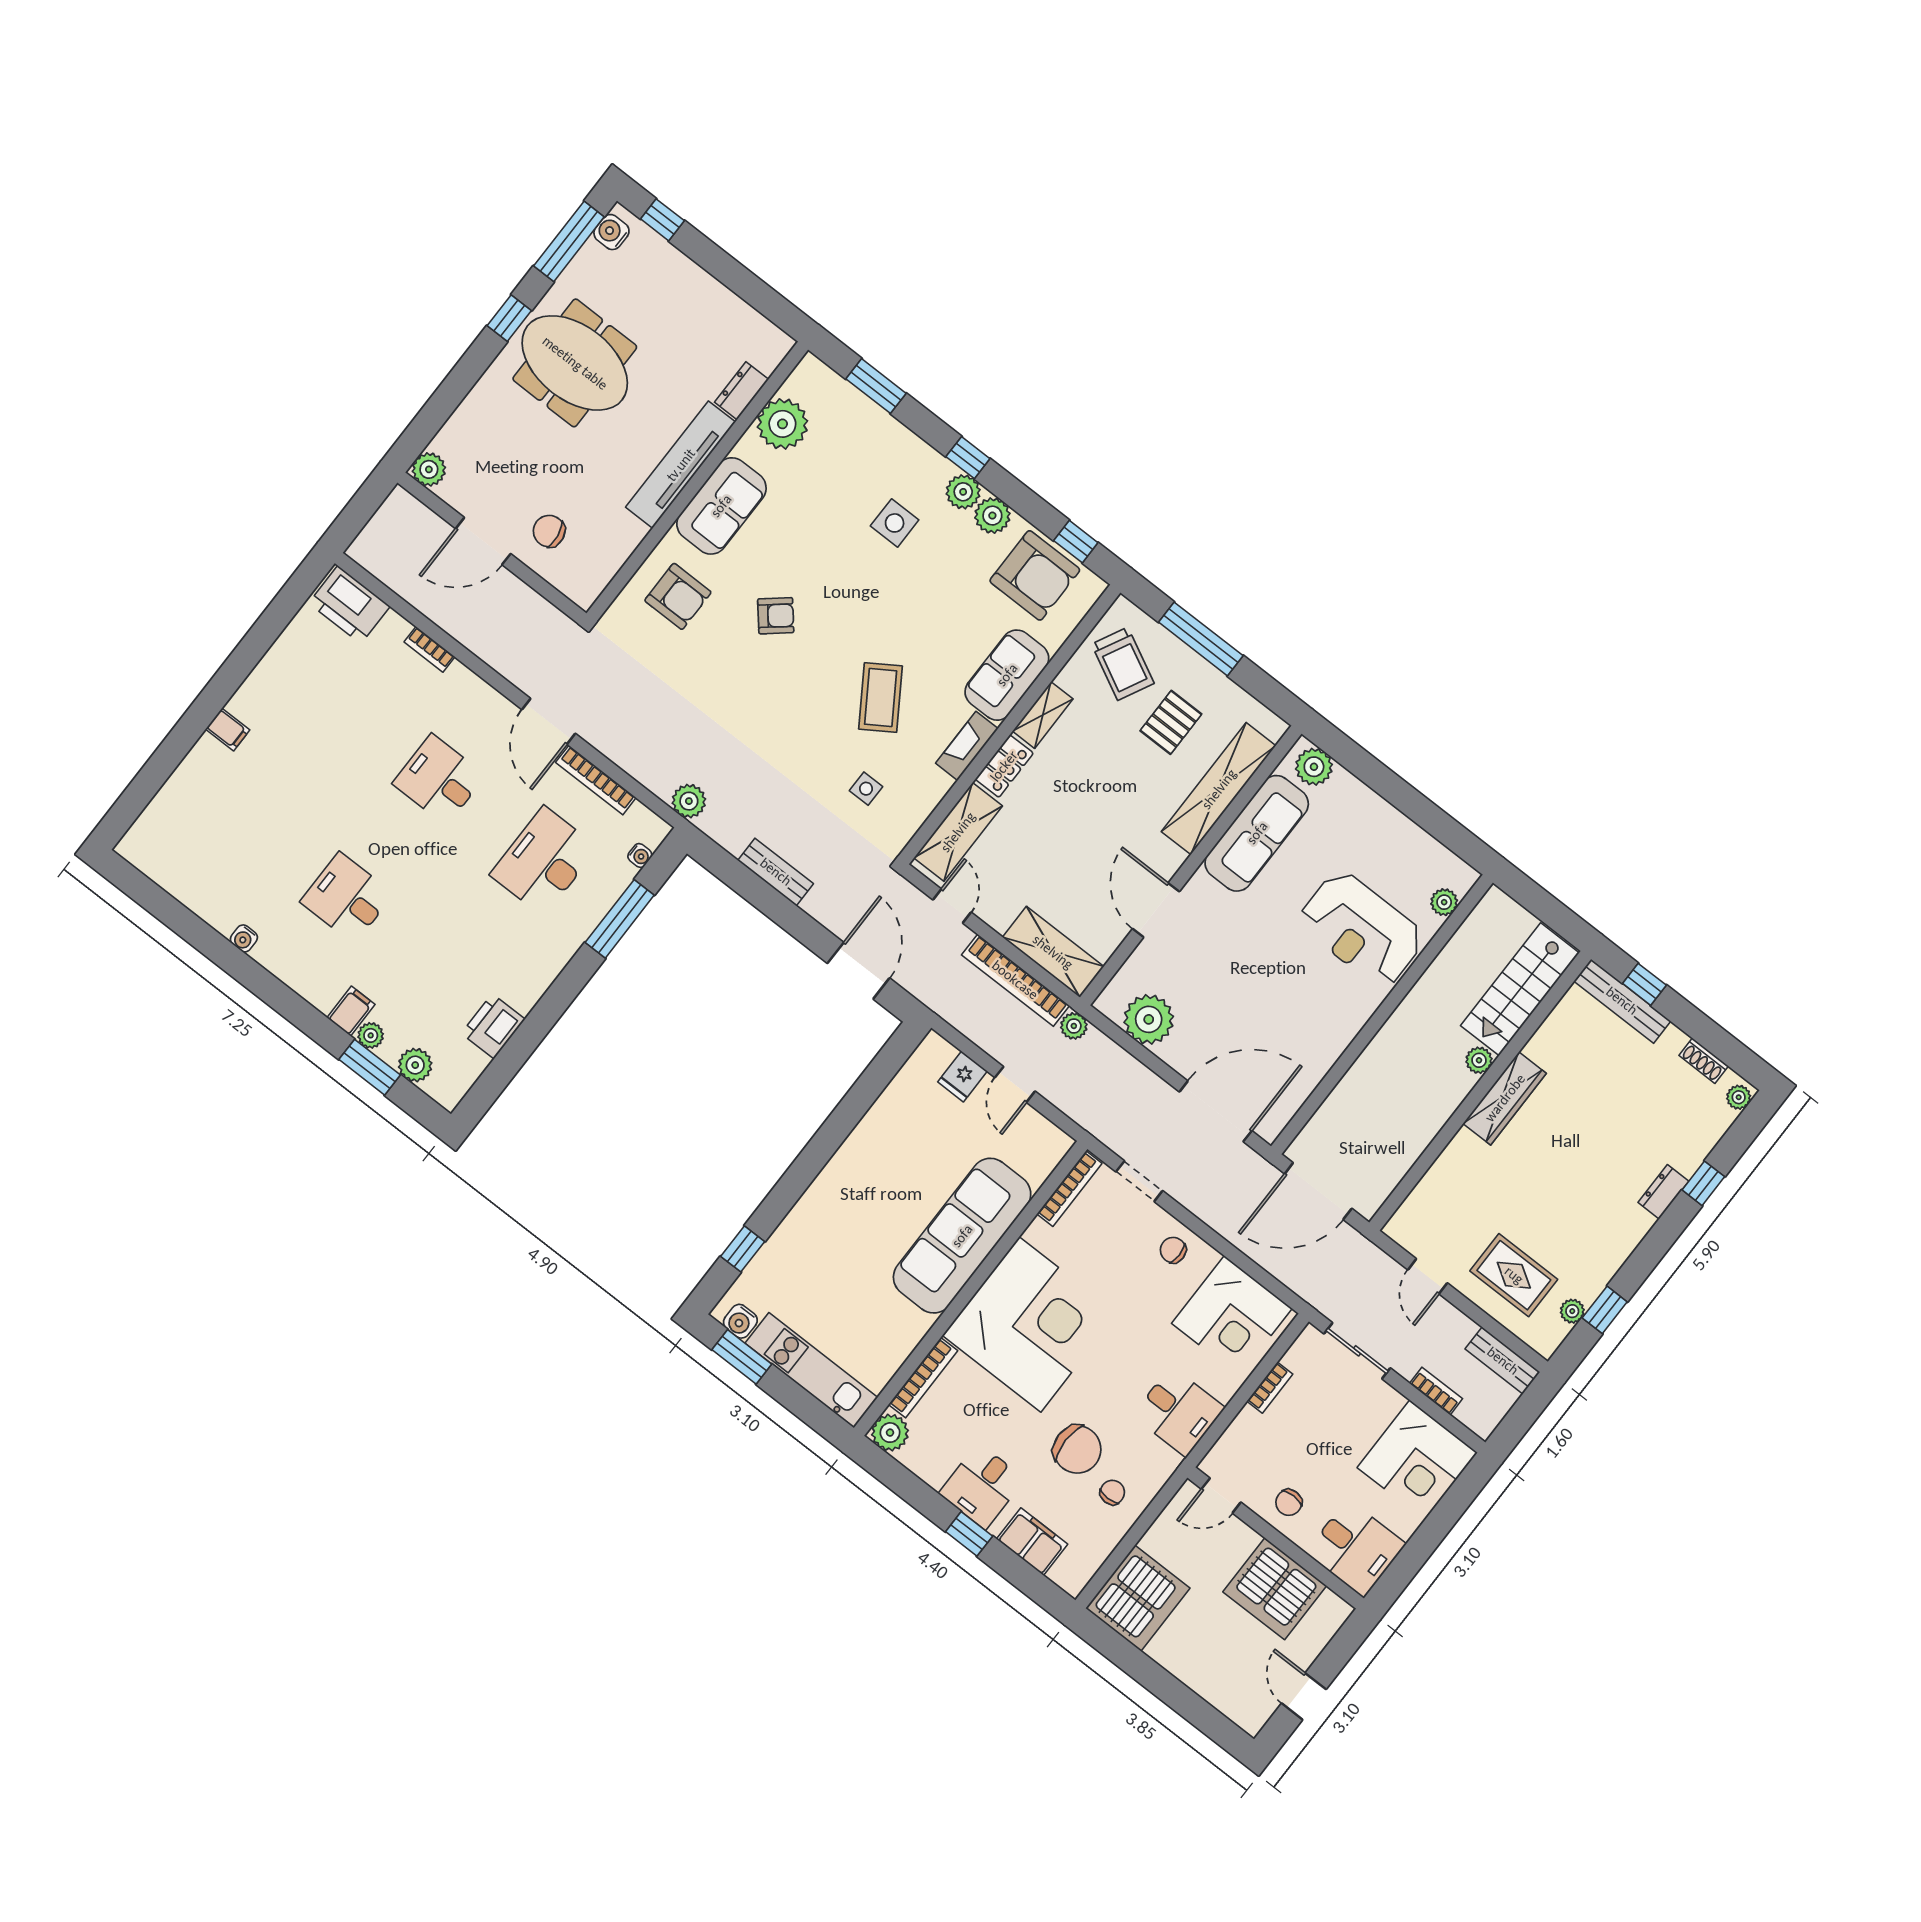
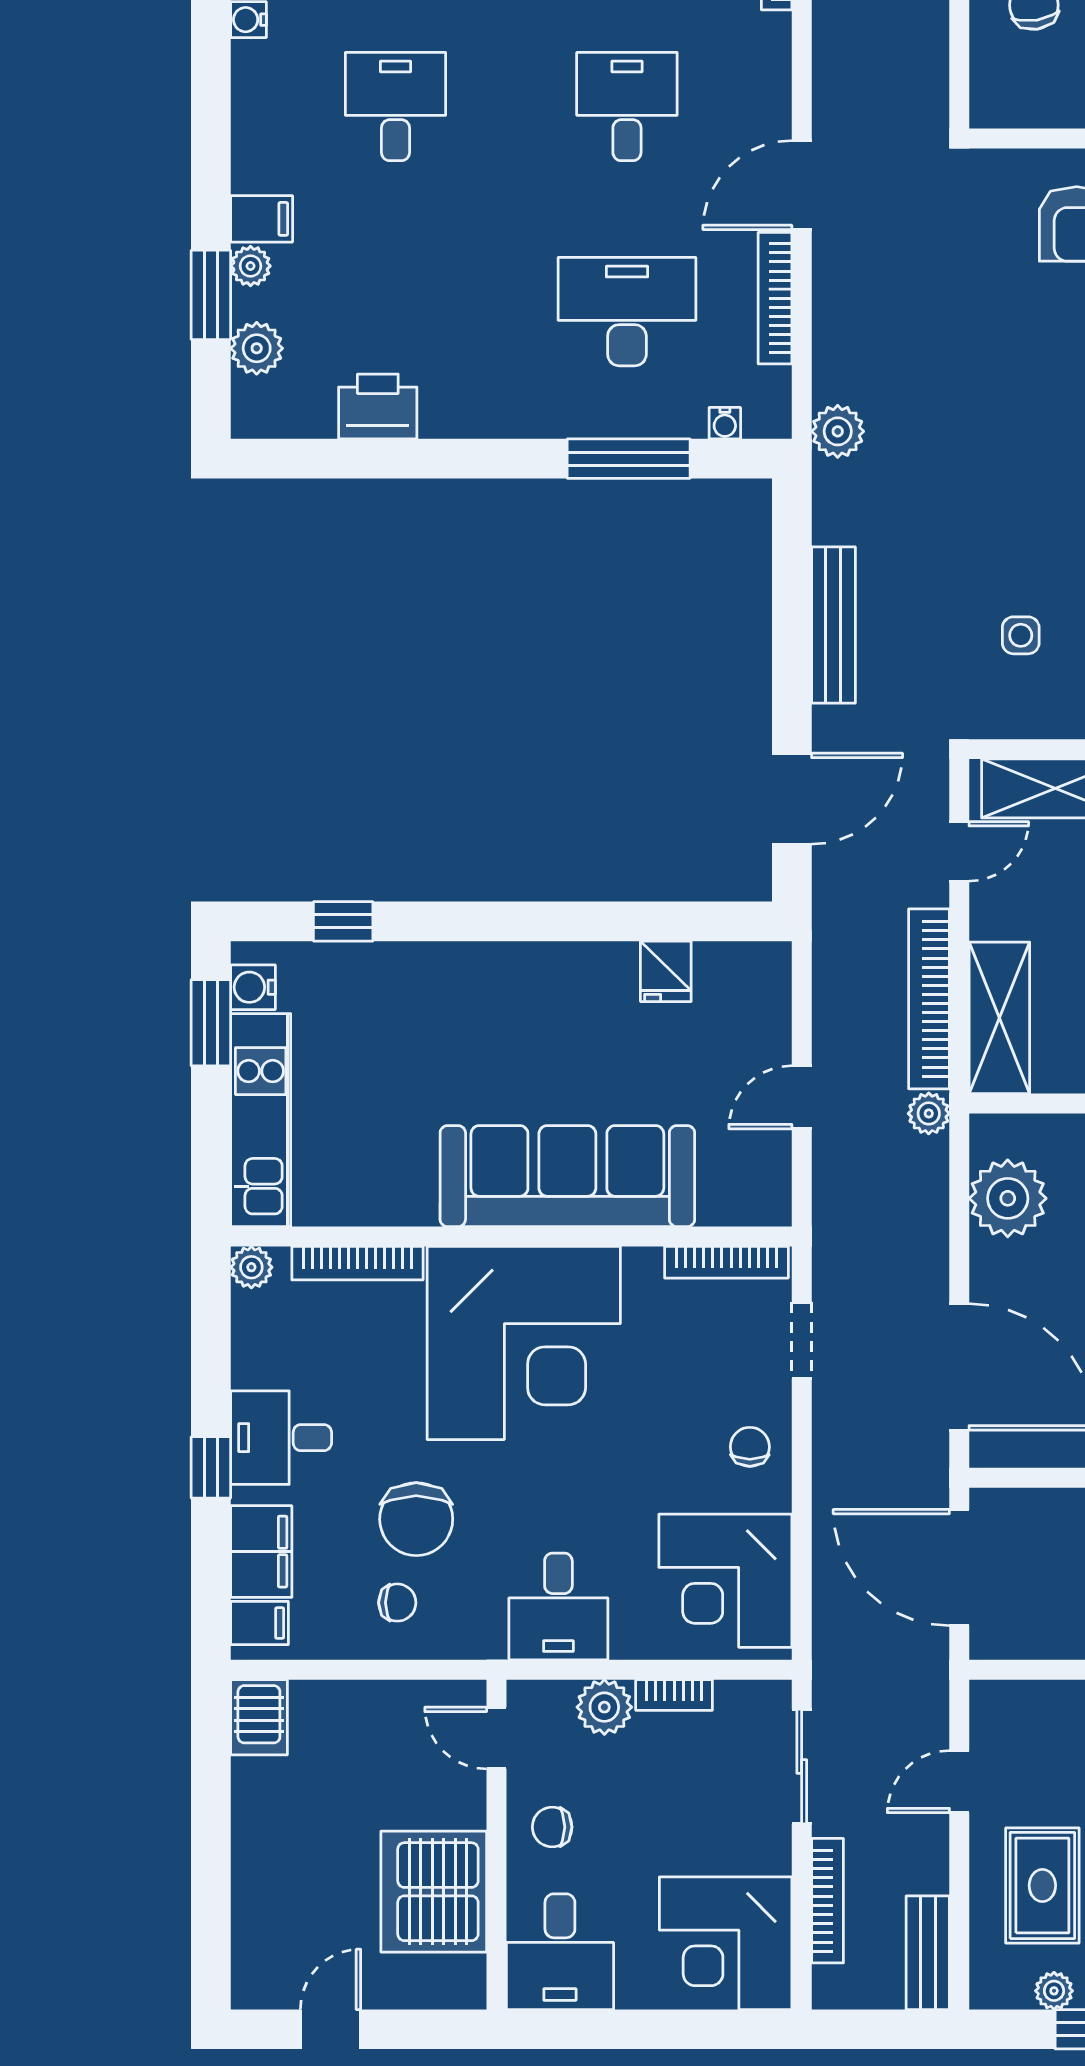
bench: (776, 872) -> (833, 625), width x1.36
fridge: (963, 1077) -> (666, 971), moved, turned -90
bookcase: (1436, 1391) -> (827, 1901), width x1.56
plant: (1248, 1428) -> (604, 1707), added
plant: (890, 1433) -> (251, 1267), width x0.73, depth x0.73
filing cabinet: (1068, 1571) -> (259, 1623), added
server rack: (1138, 1598) -> (259, 1717), width x0.46, depth x0.70

